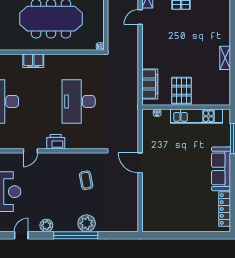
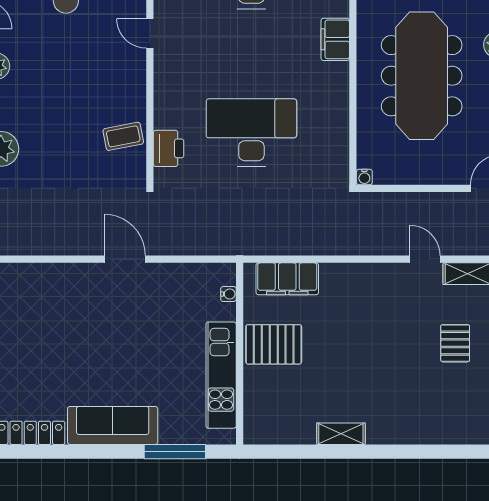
printer: (56, 142) -> (169, 148), moved
door: (140, 163) -> (125, 259), hinge flipped
coffee table: (86, 180) -> (123, 136), moved

